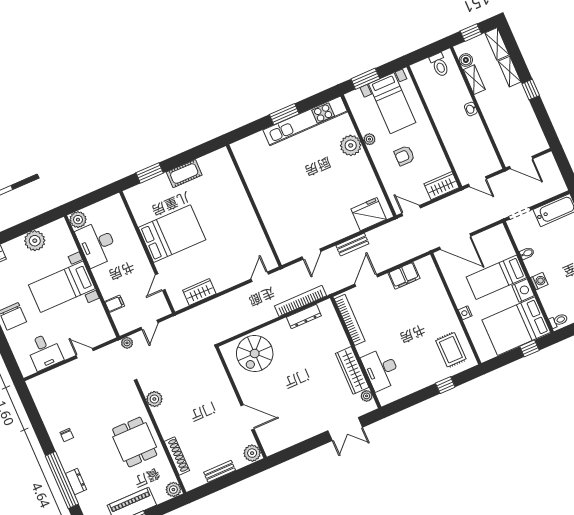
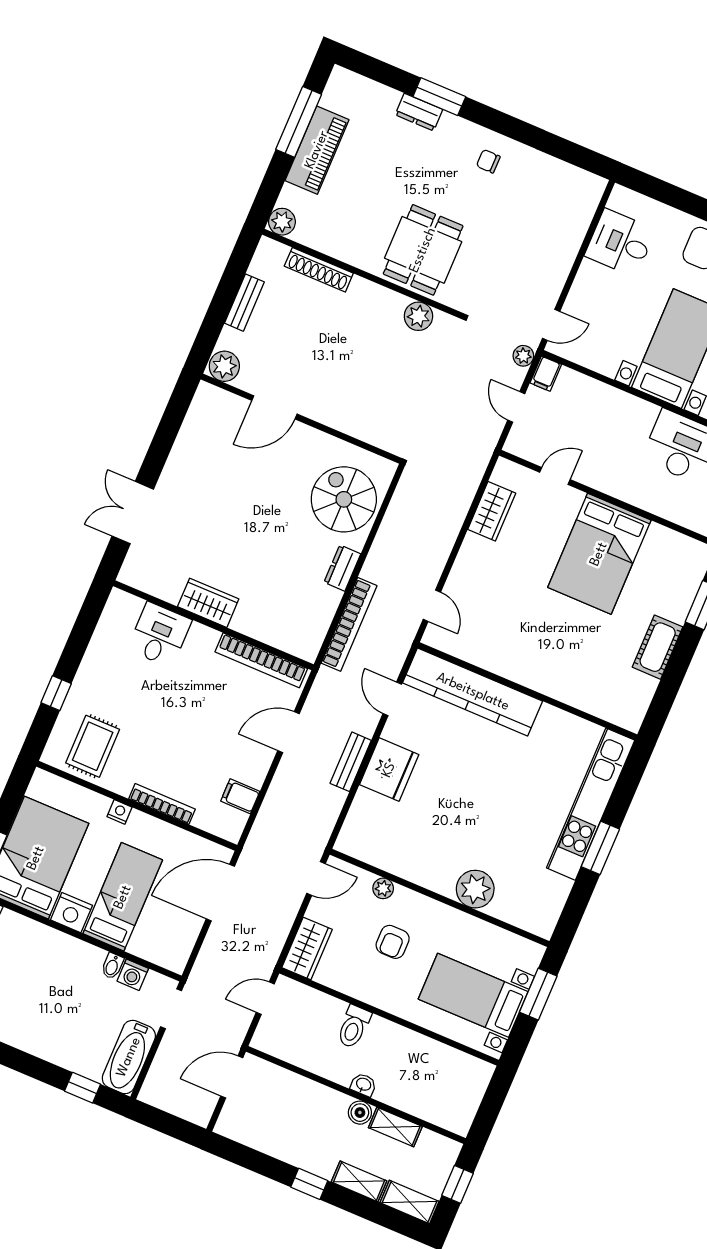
boiler: (466, 60) -> (360, 1113), moved
toilet: (439, 65) -> (354, 1027), moved, turned -90
kitchen unit: (305, 121) -> (591, 804), moved
plant: (369, 139) -> (383, 888), moved
armchair: (404, 156) -> (393, 942), turned 180
fridge: (369, 214) -> (389, 770), moved
kitchen counter: (276, 226) -> (473, 692), added
filing cabinet: (404, 276) -> (240, 796), width x0.50
door: (366, 280) -> (288, 732), swing flipped
washing machine: (539, 281) -> (133, 975), moved
door: (160, 282) -> (555, 476), hinge flipped
bookcase: (445, 300) -> (162, 804), added
filing cabinet: (115, 304) -> (546, 374), moved
dresser: (304, 316) -> (342, 568), moved, width x0.70
rug: (451, 350) -> (93, 746), turned 90
door: (85, 353) -> (551, 325), moved
desk: (381, 369) -> (159, 635), width x0.73
wardrobe: (352, 370) -> (208, 603), width x0.67
plant: (367, 396) -> (146, 582), removed
dining table: (135, 442) -> (423, 250), moved, turned 90
window: (62, 480) -> (439, 97), width x0.47

